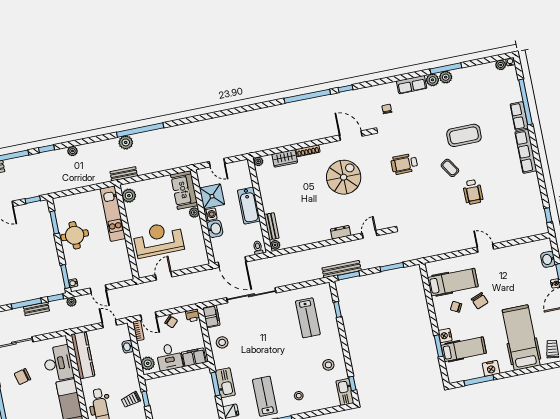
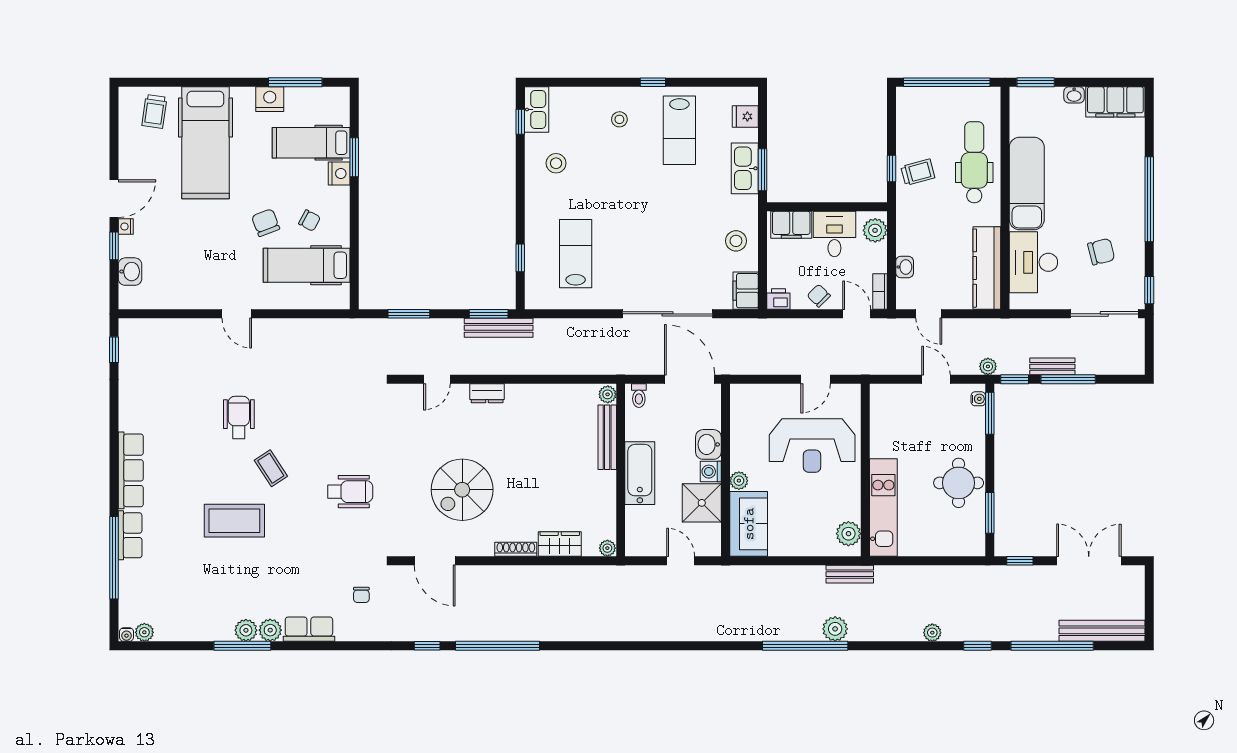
bench: (272, 226) -> (607, 437), width x1.36

